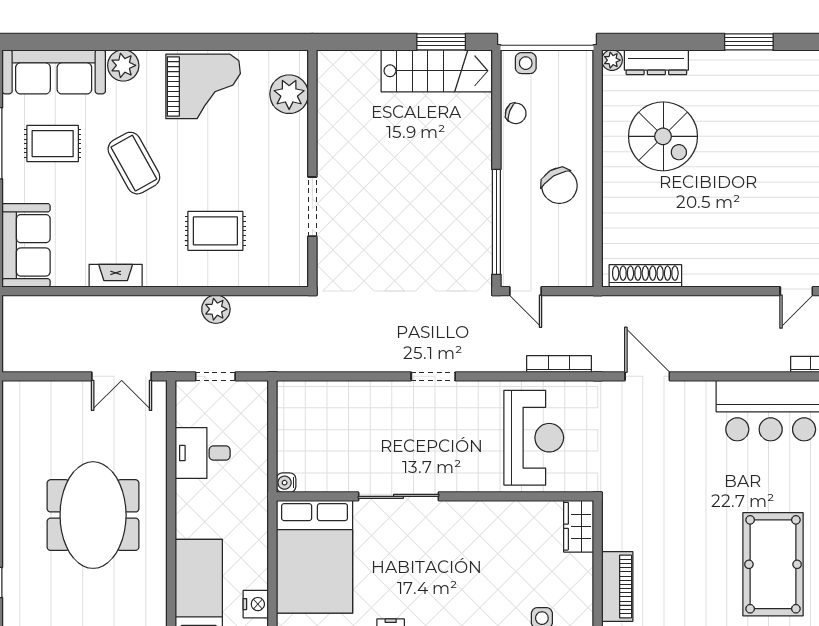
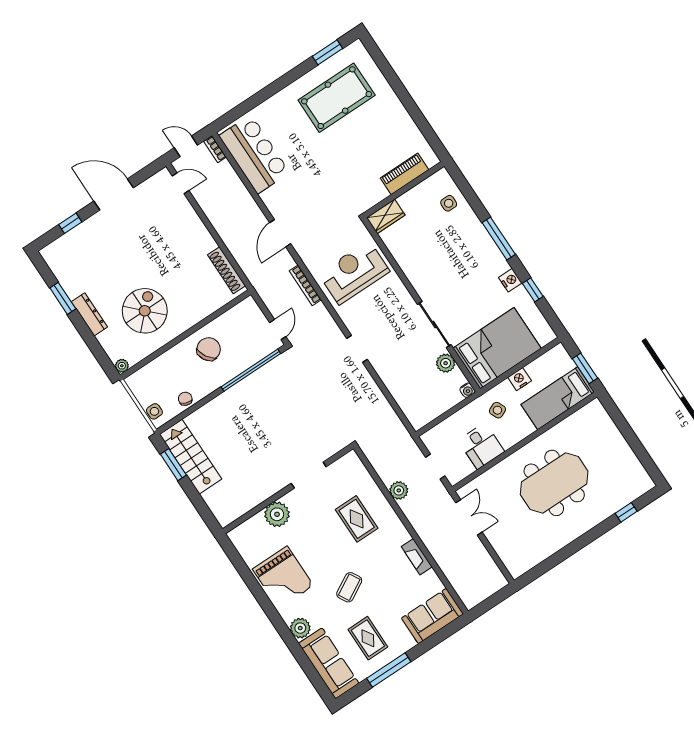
dresser: (656, 62) -> (89, 314), moved
grand piano: (203, 86) -> (283, 577), turned 180
plant: (289, 94) -> (277, 514), moved
coffee table: (134, 163) -> (349, 587), width x0.73, depth x0.77
plant: (339, 478) -> (446, 363), added
side table: (235, 504) -> (497, 410), added
nightstand: (256, 604) -> (520, 379), moved

